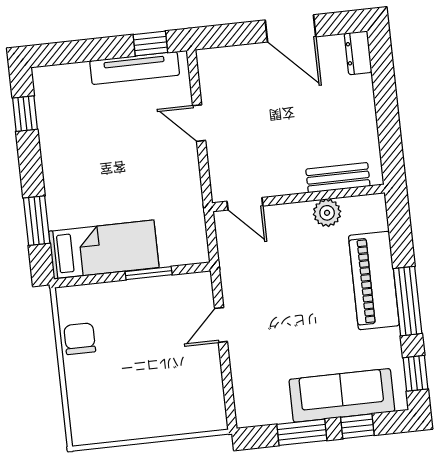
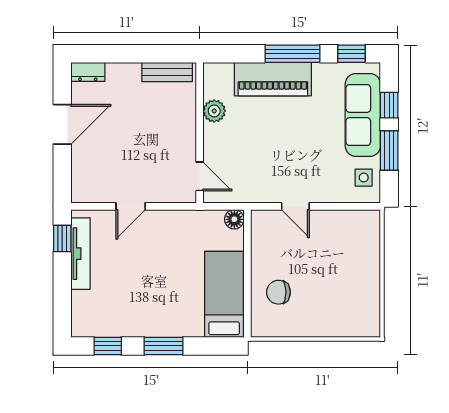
bench: (338, 178) -> (167, 72), moved, turned 90
door: (245, 204) -> (200, 176), hinge flipped
window: (37, 221) -> (163, 346), moved
floor lamp: (197, 252) -> (234, 219), added
window: (149, 273) -> (247, 260), removed
chair: (80, 339) -> (278, 292), moved
side table: (265, 405) -> (364, 178), added

